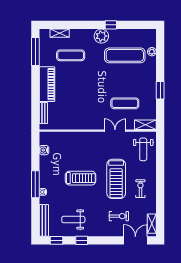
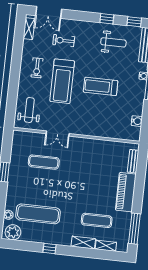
plant: (101, 36) -> (13, 232), moved
shelving: (145, 125) -> (83, 243), moved
treadmill: (116, 179) -> (62, 81), turned 180

